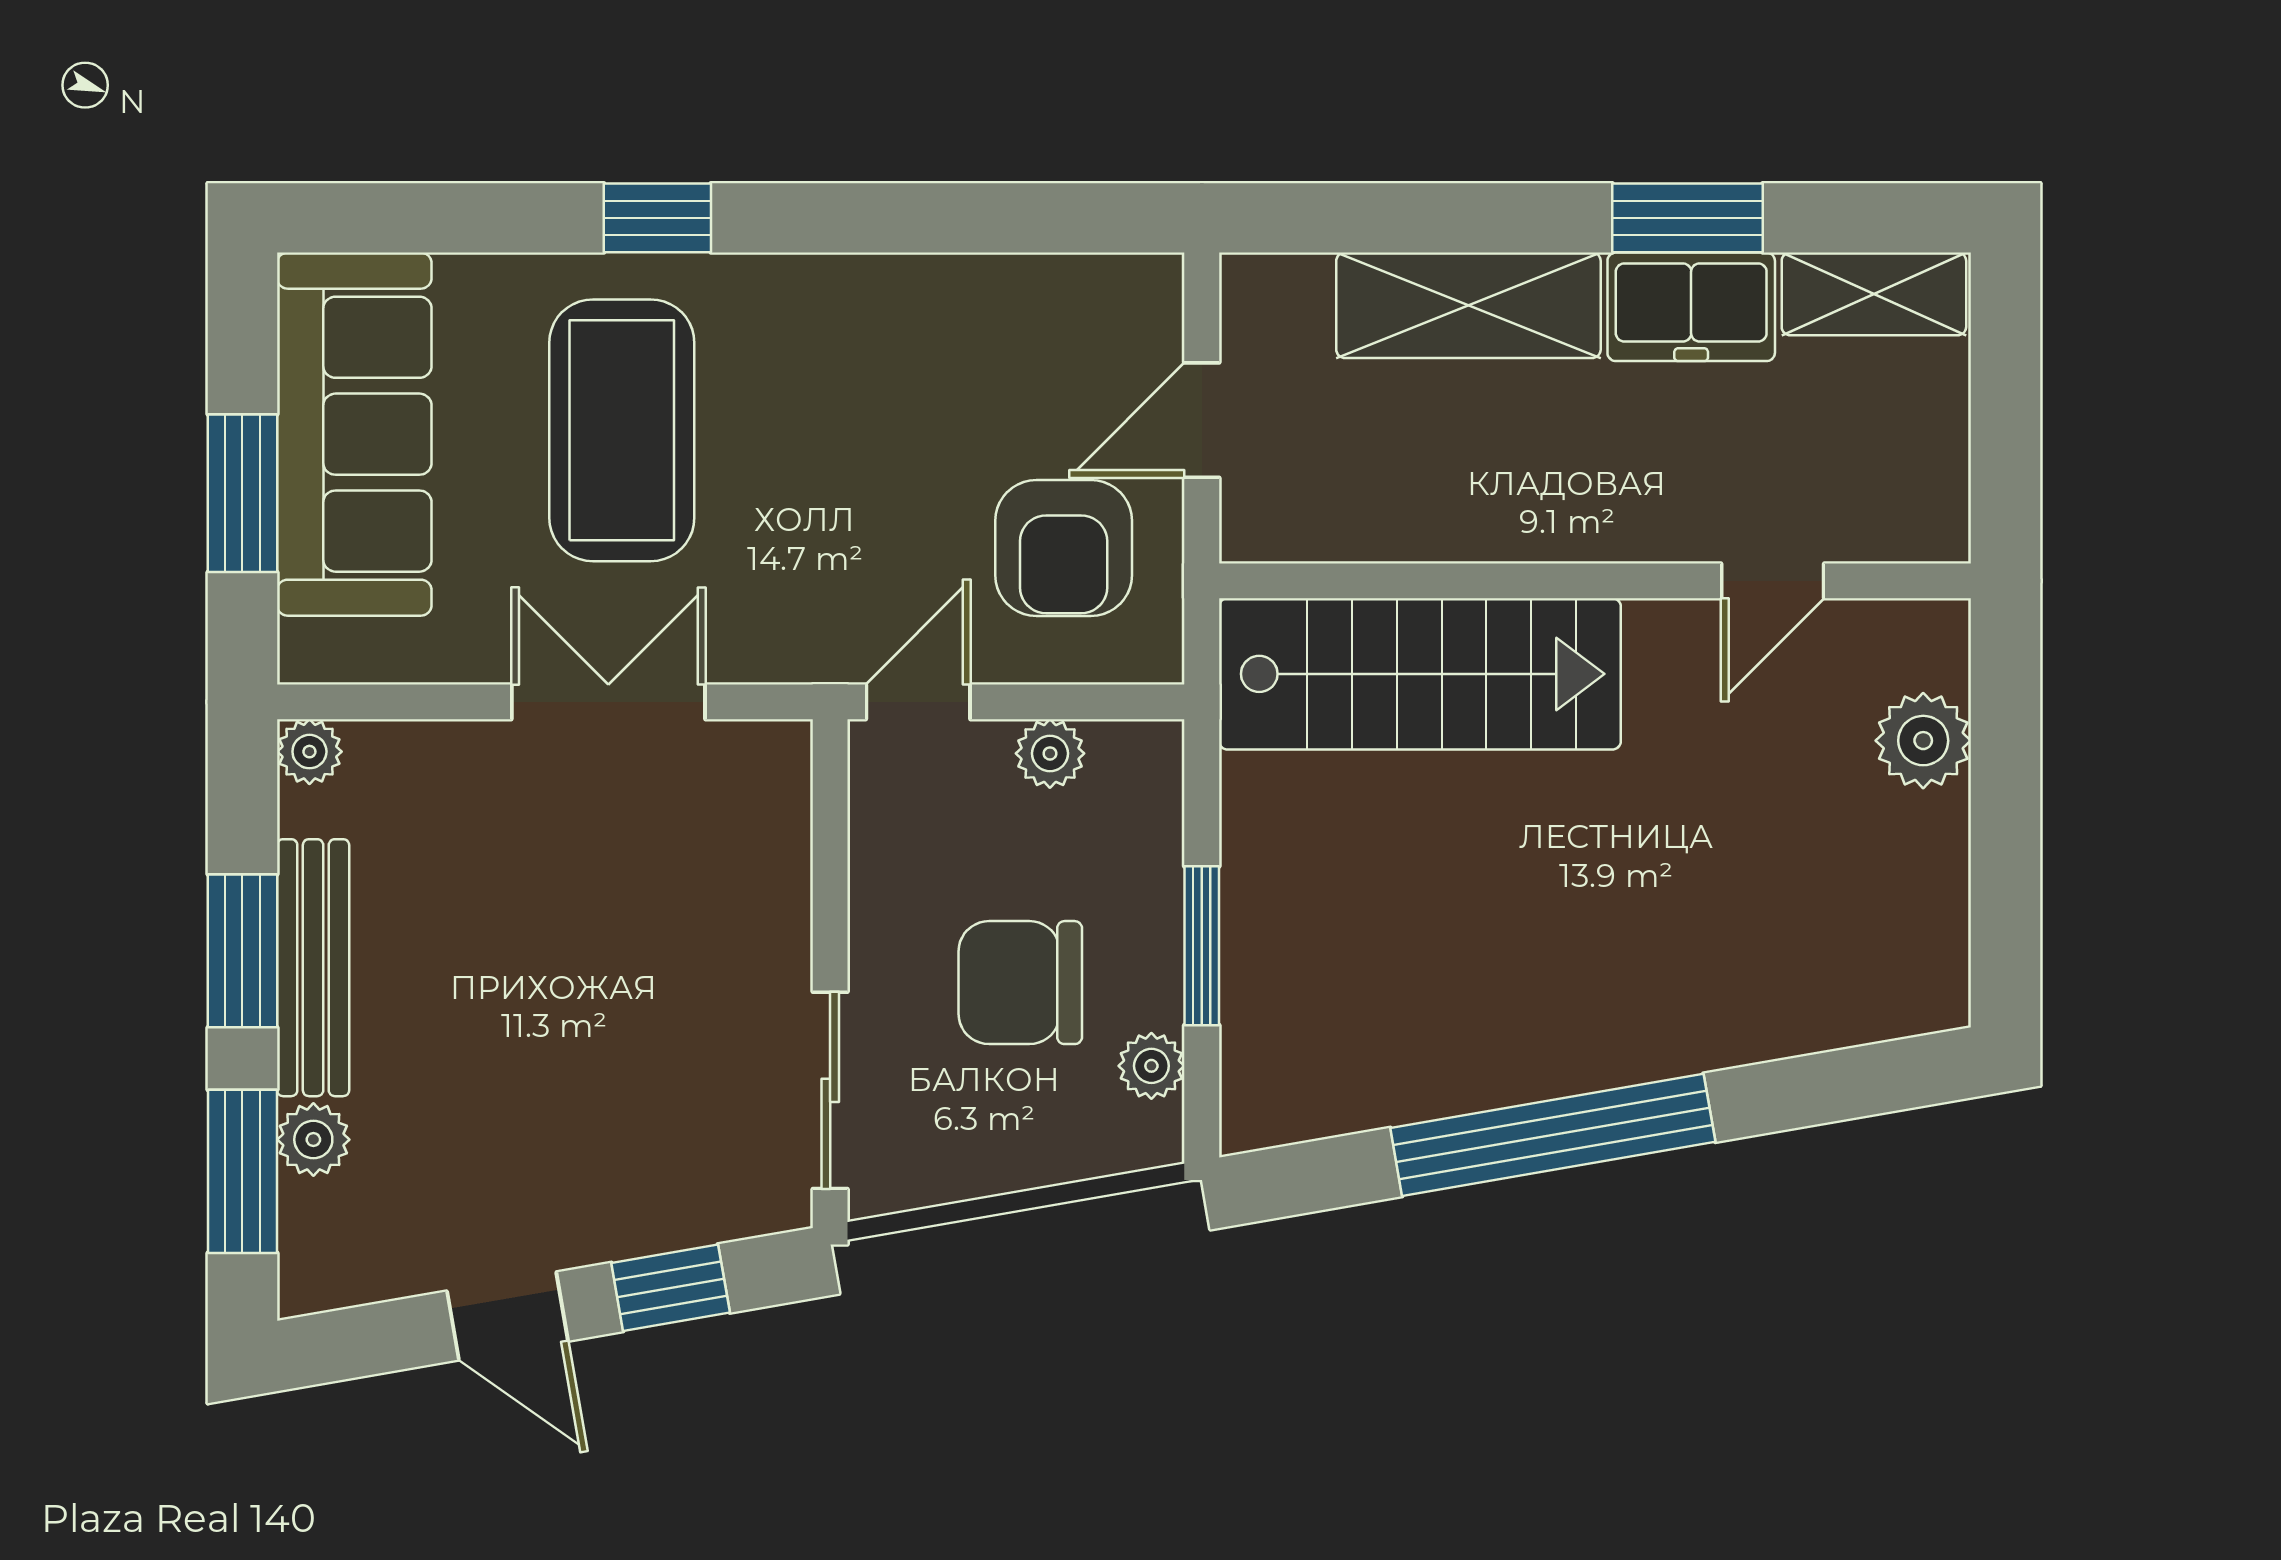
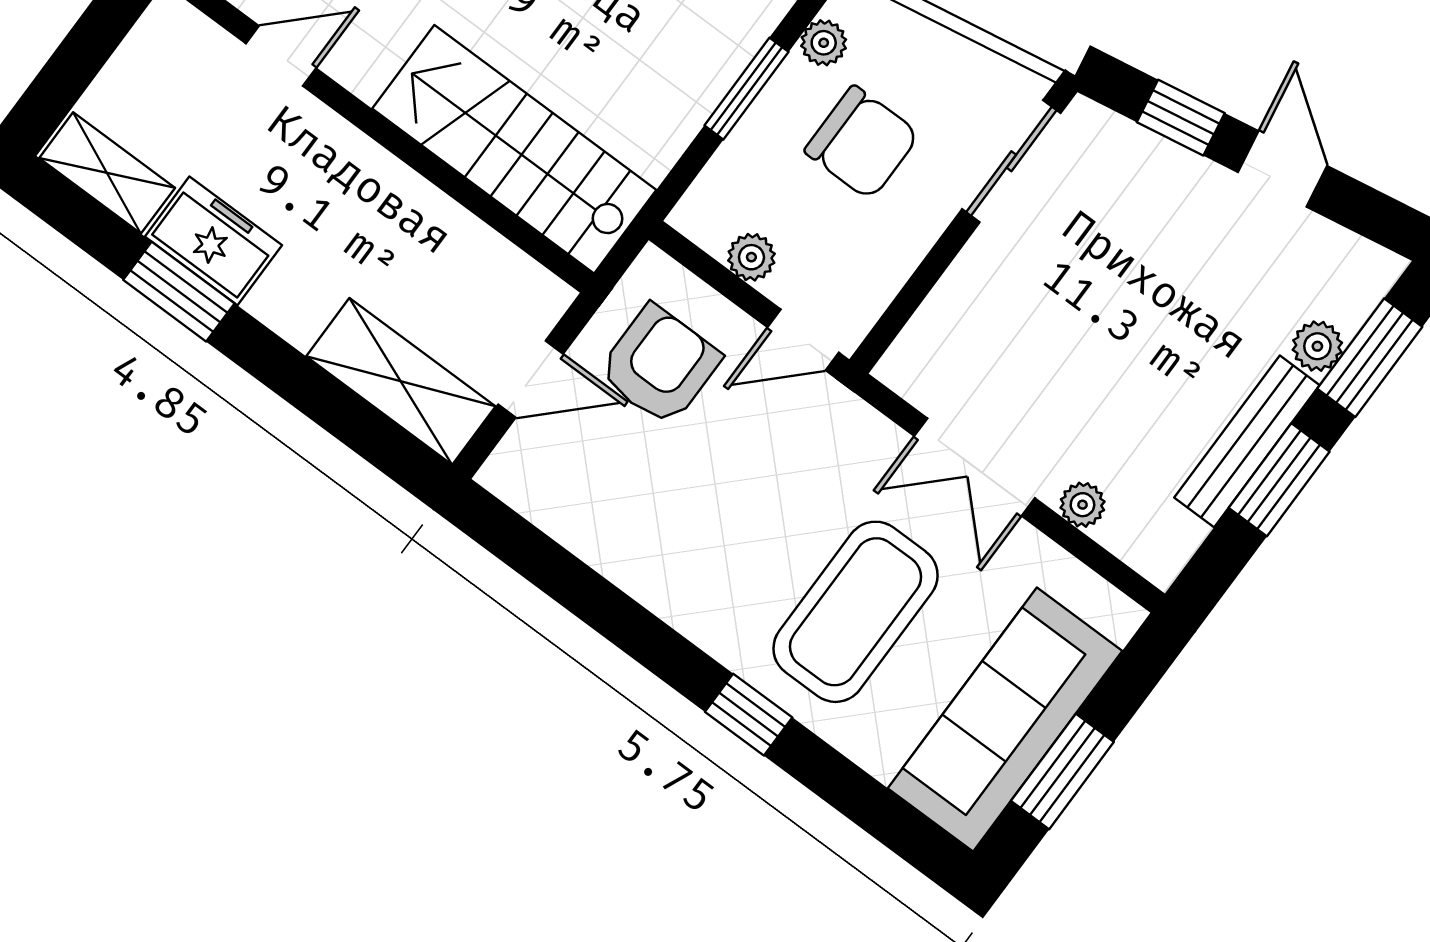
shelving: (1468, 305) -> (401, 381), moved
window: (242, 493) -> (1062, 771), moved
plant: (309, 752) -> (1082, 505), moved

